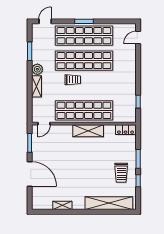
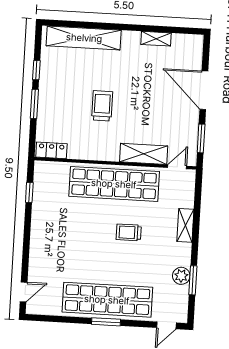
shop shelf: (84, 61) -> (110, 261), removed
plant: (37, 69) -> (181, 276), moved
shelving: (88, 131) -> (144, 154), moved
trolley: (121, 173) -> (102, 106), moved

